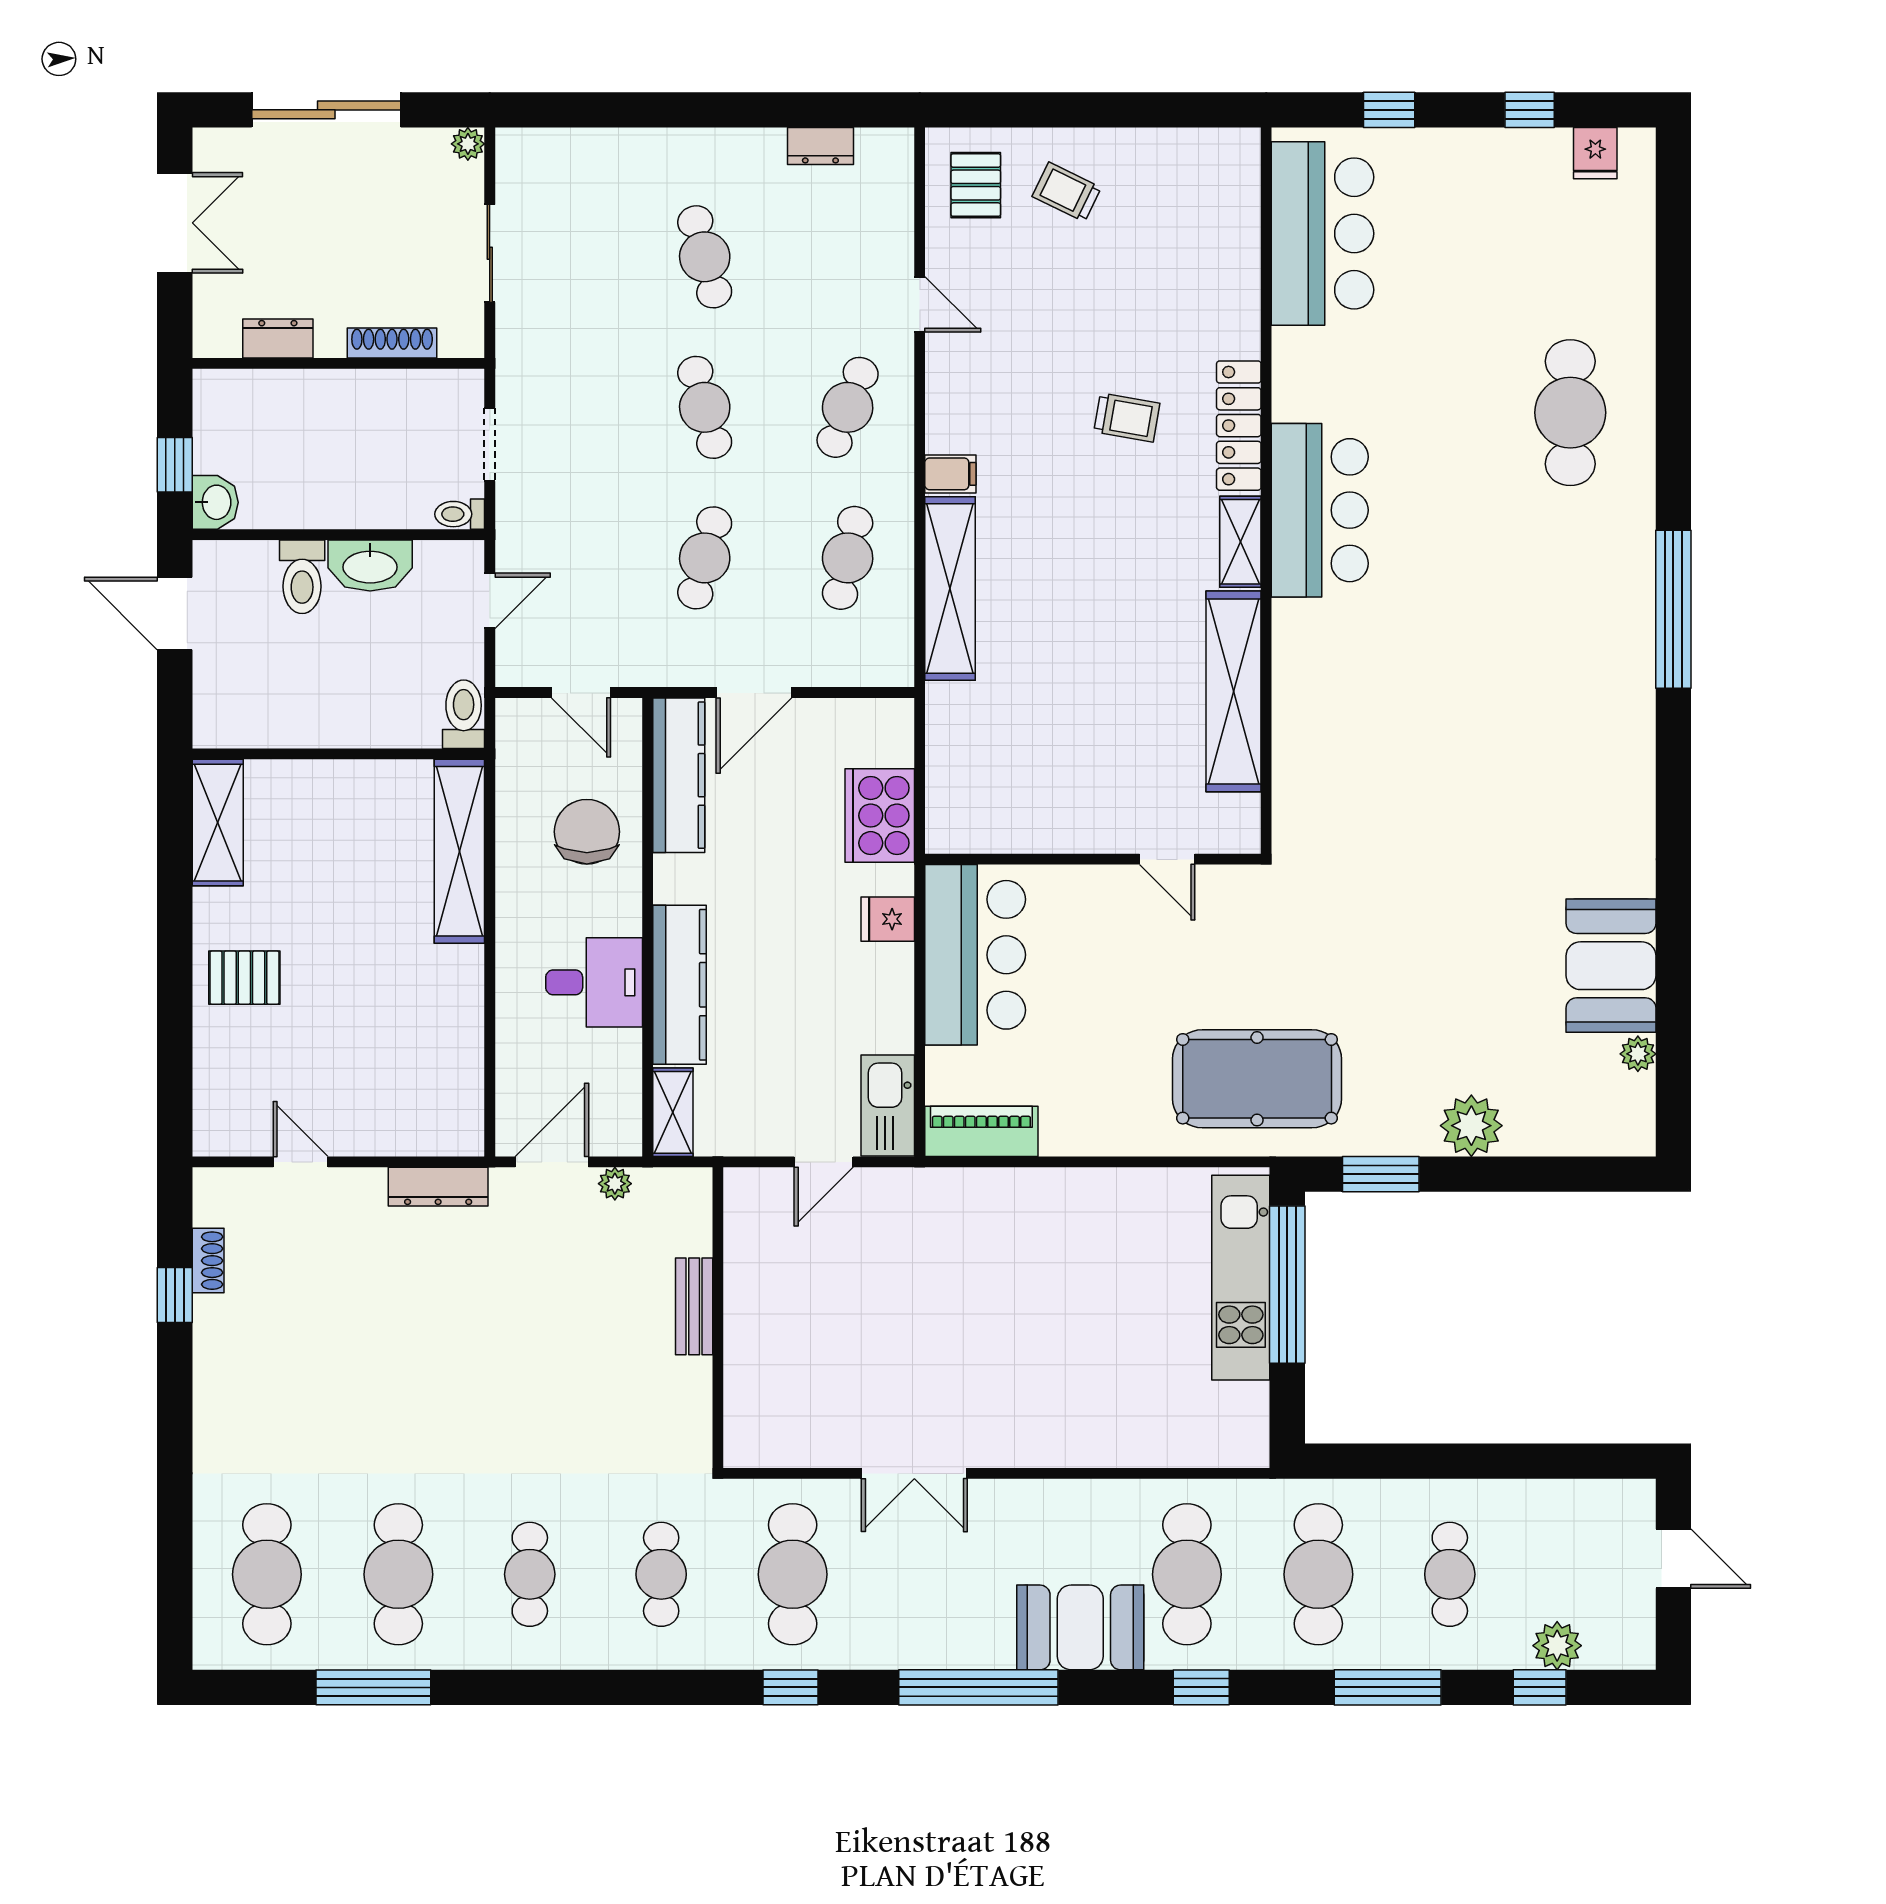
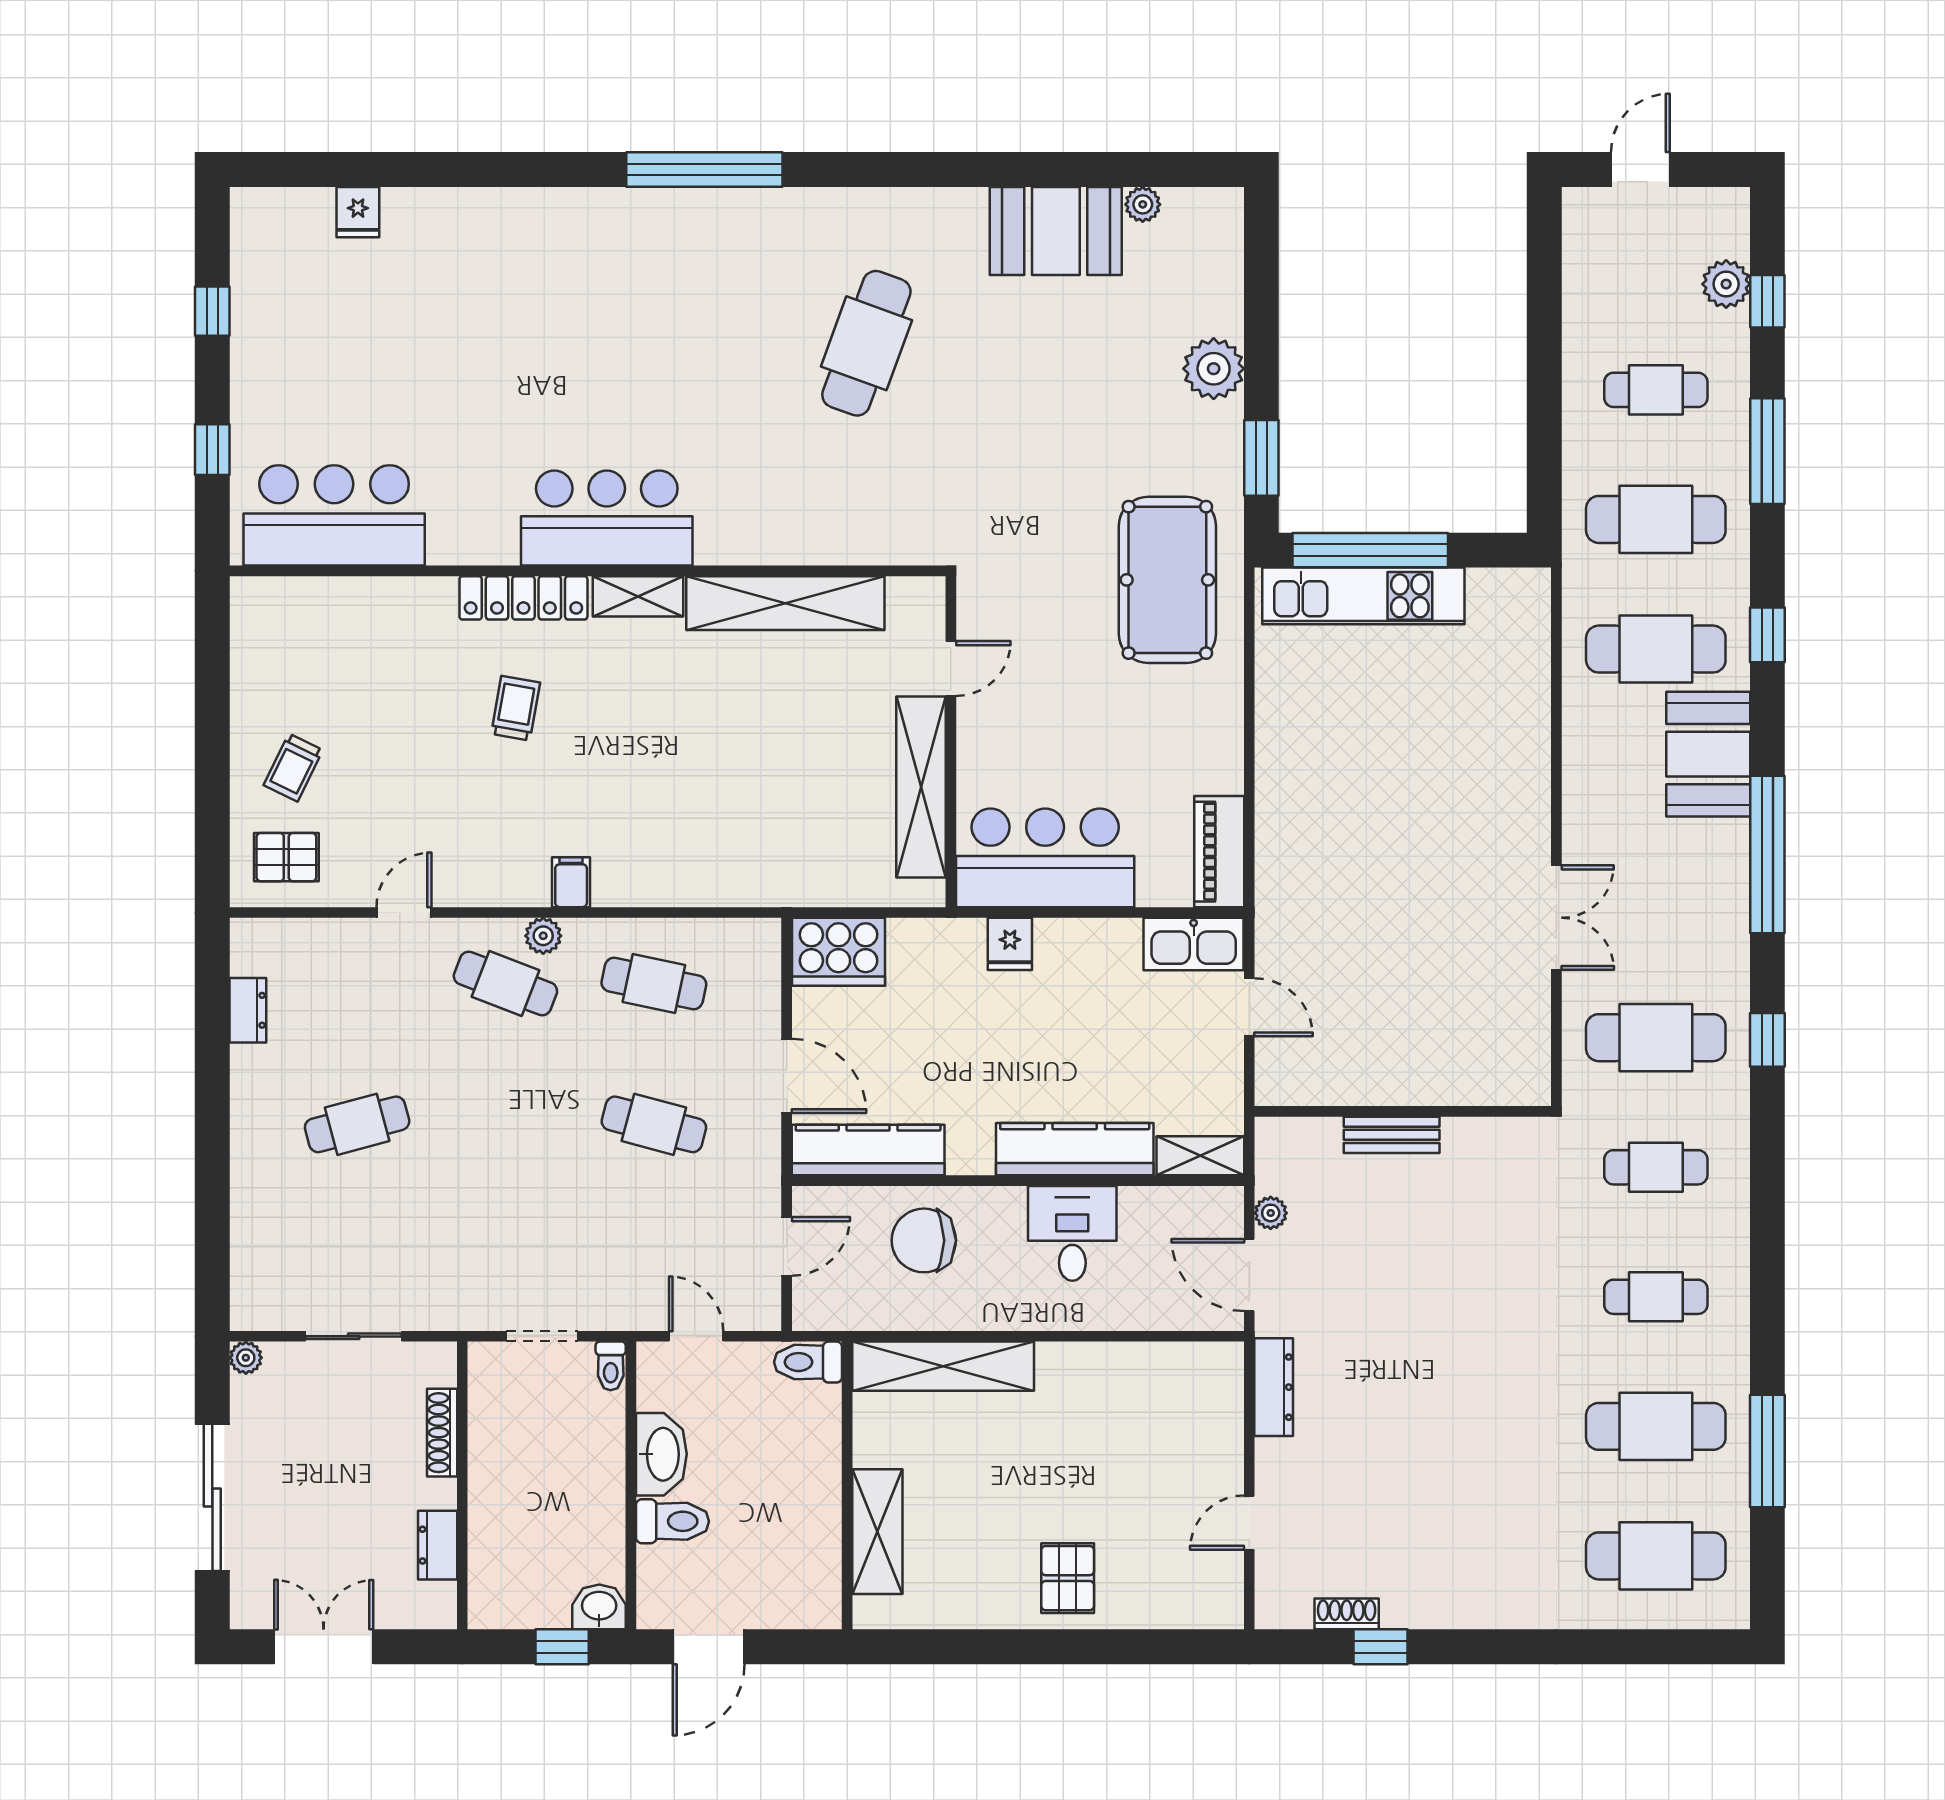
fridge: (1595, 153) -> (358, 212), moved, turned 90
cafe table: (705, 407) -> (505, 1124), removed
cafe table: (1570, 413) -> (866, 343), moved, turned -70
plant: (896, 446) -> (543, 936), added
shelving: (950, 588) -> (921, 787), moved, turned 90
cooker: (880, 816) -> (839, 952), moved
shelving: (218, 823) -> (877, 1532), moved, turned 90

